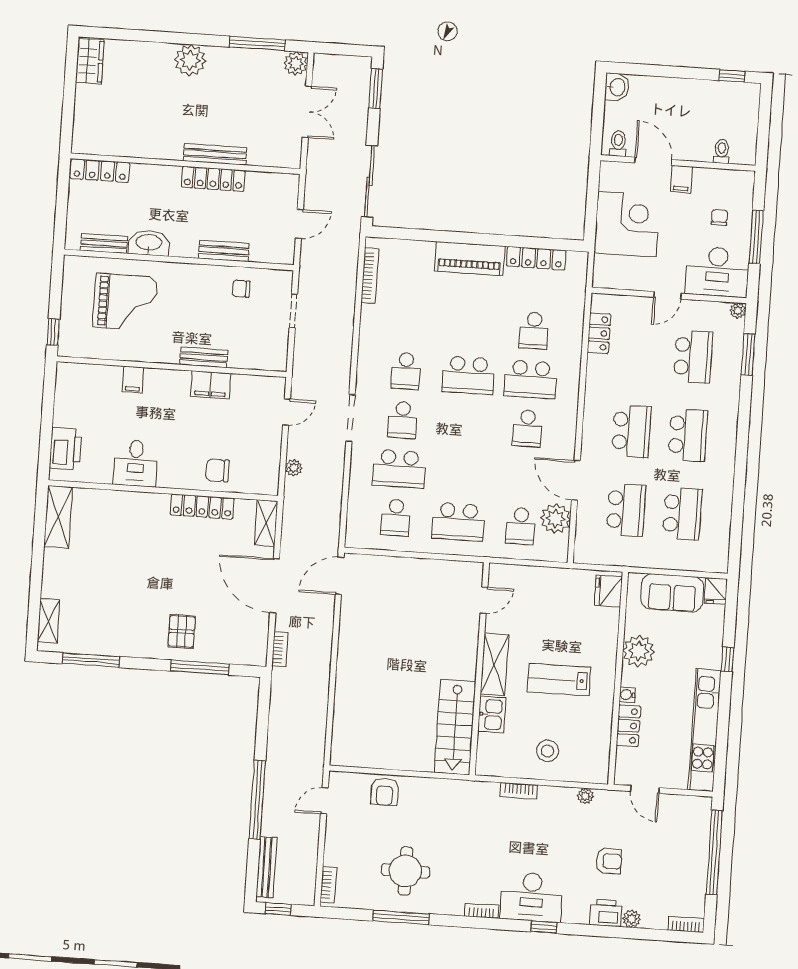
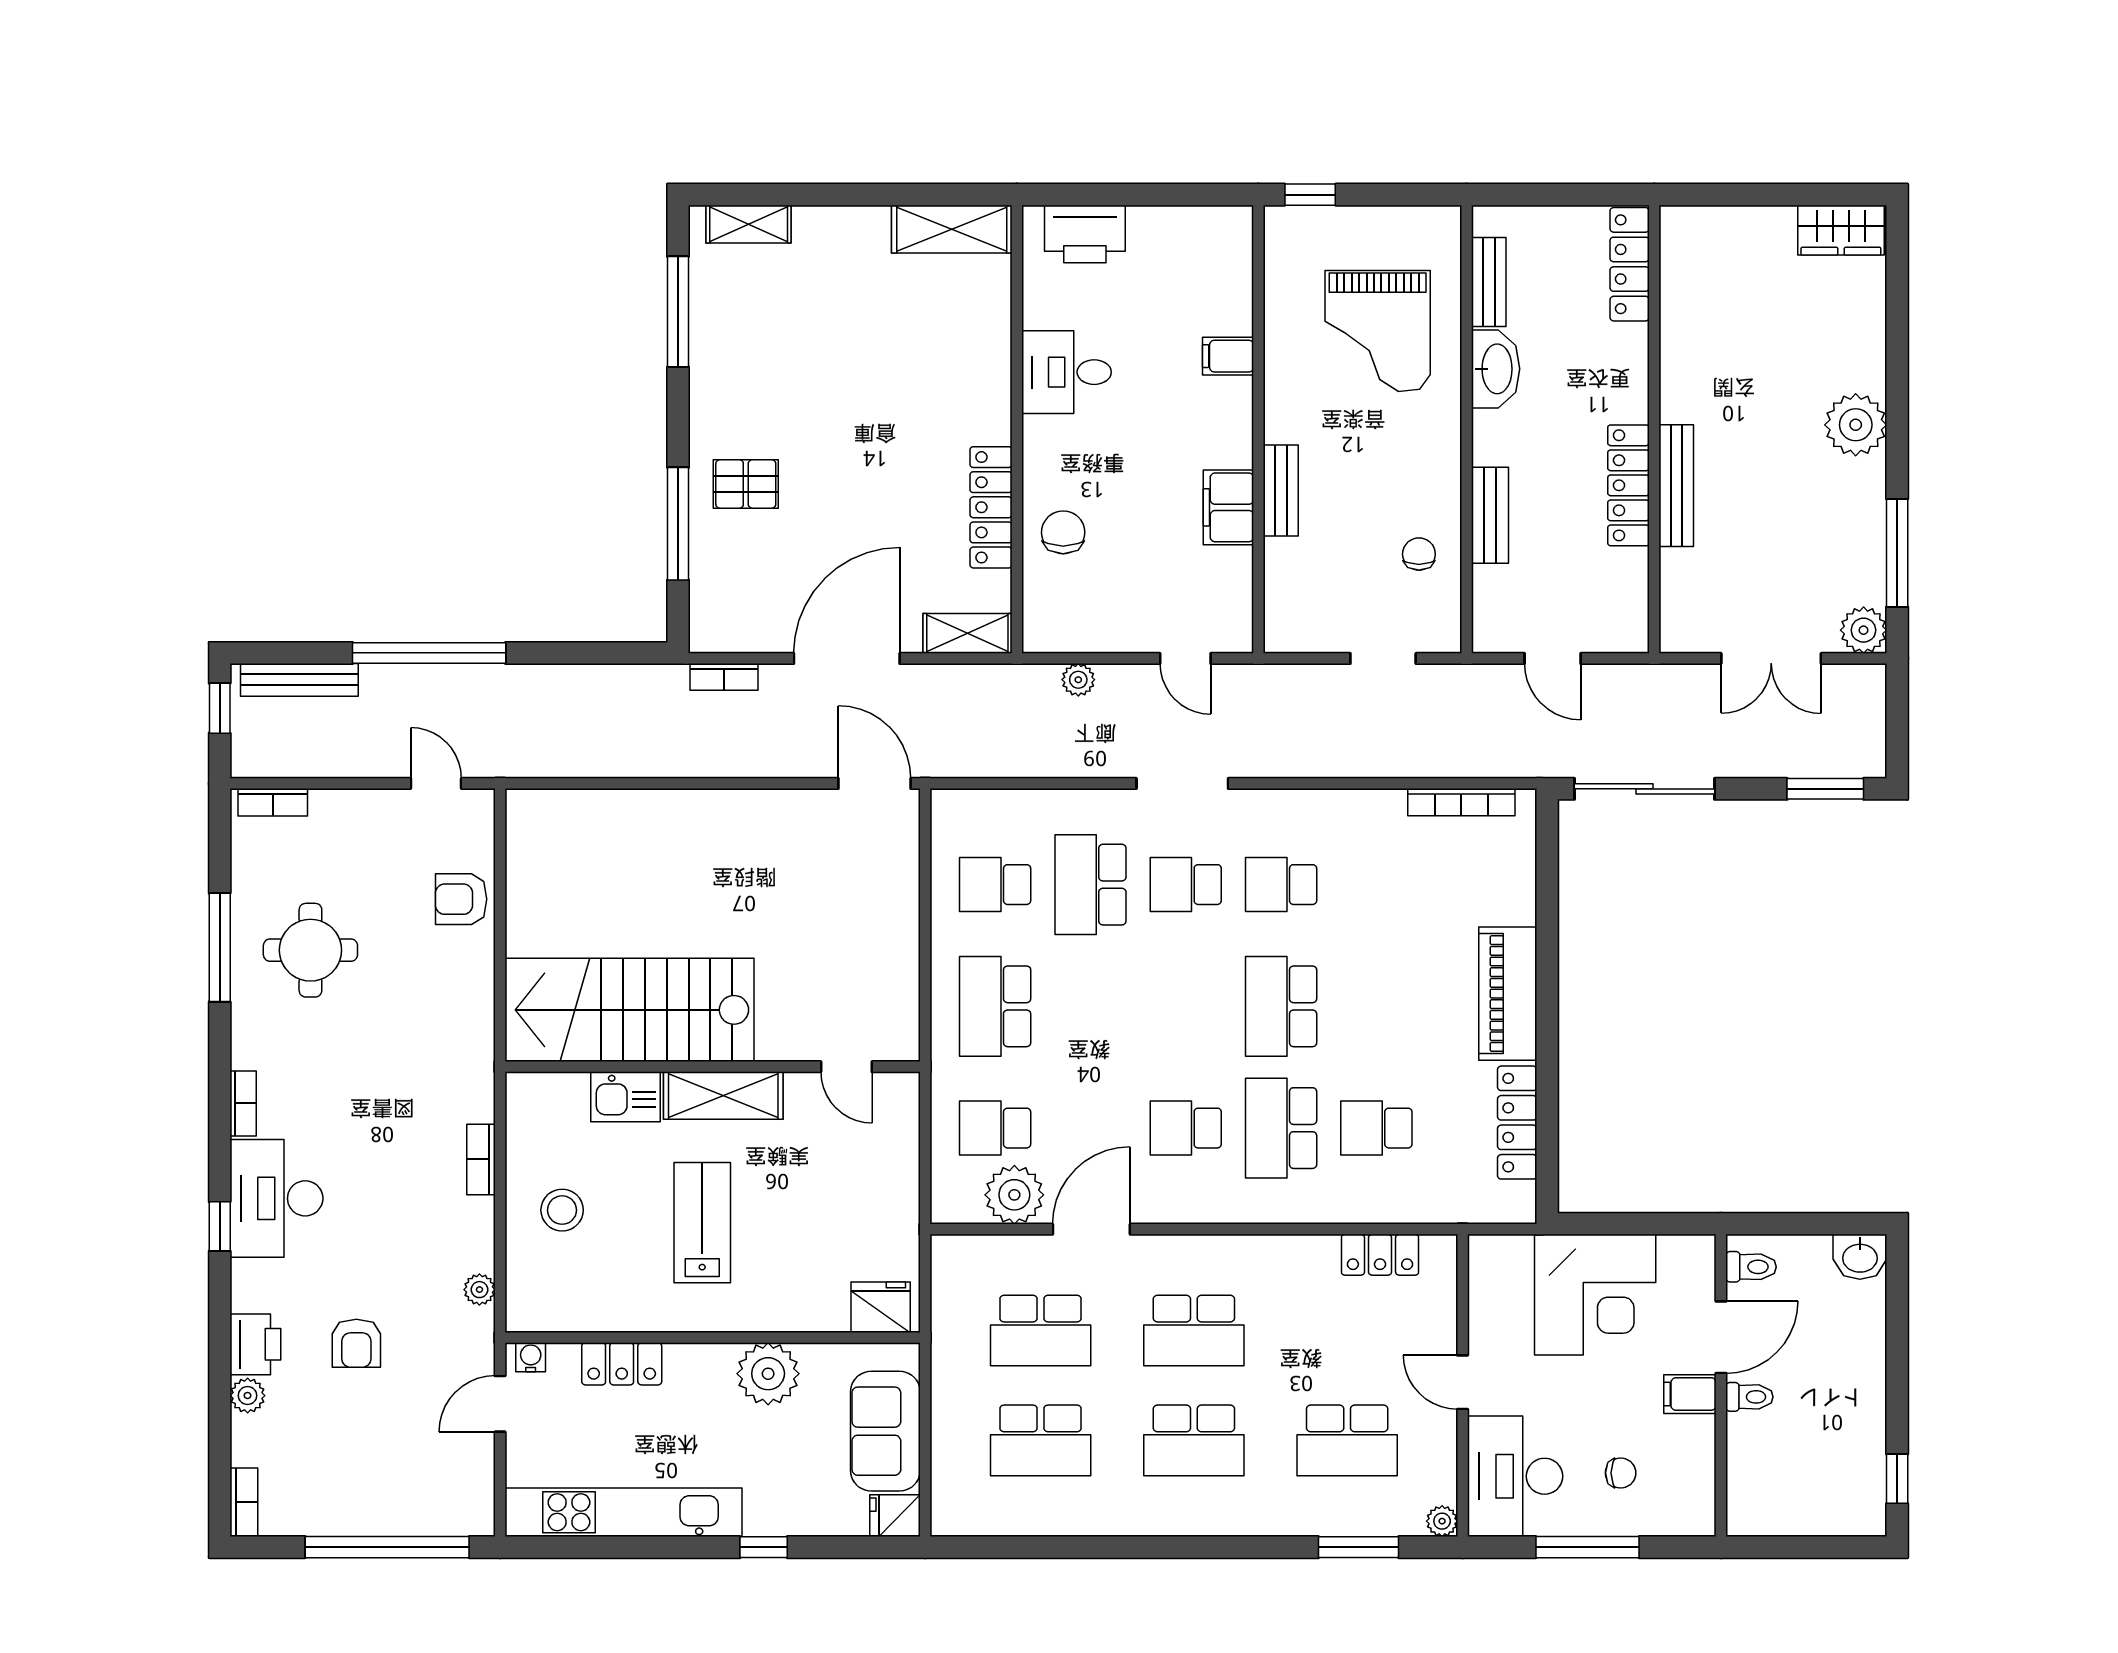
toilet: (722, 151) -> (1749, 1397), moved
water cooler: (627, 695) -> (531, 1357), moved
stairs: (455, 727) -> (629, 1010), width x1.36, depth x1.51

